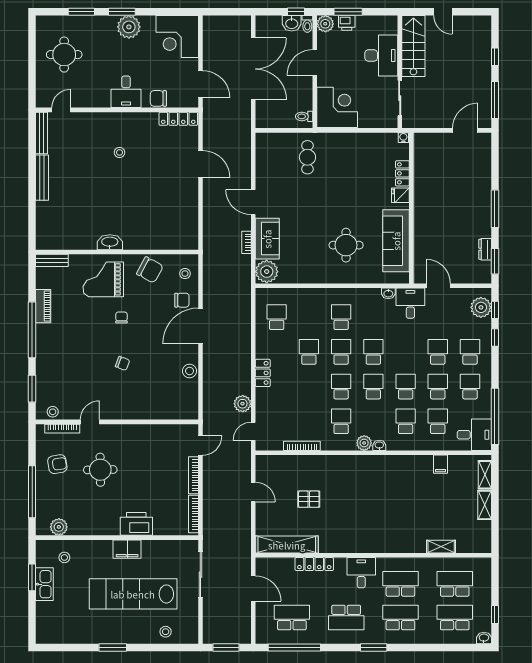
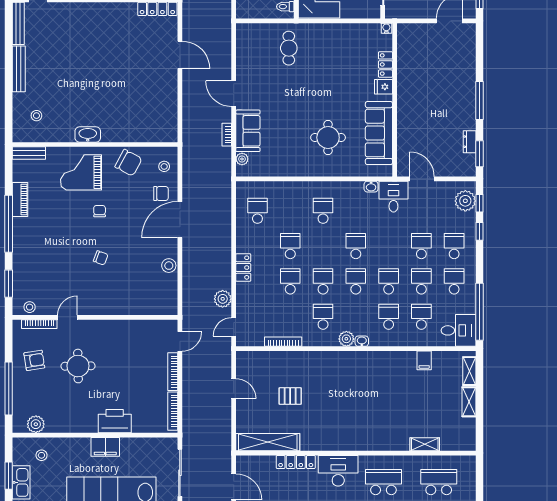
stool: (120, 152) -> (36, 116), moved
plant: (267, 272) -> (242, 159), width x0.53, depth x0.53
school desk: (341, 352) -> (290, 281), moved
desk: (361, 573) -> (338, 471), width x1.37

